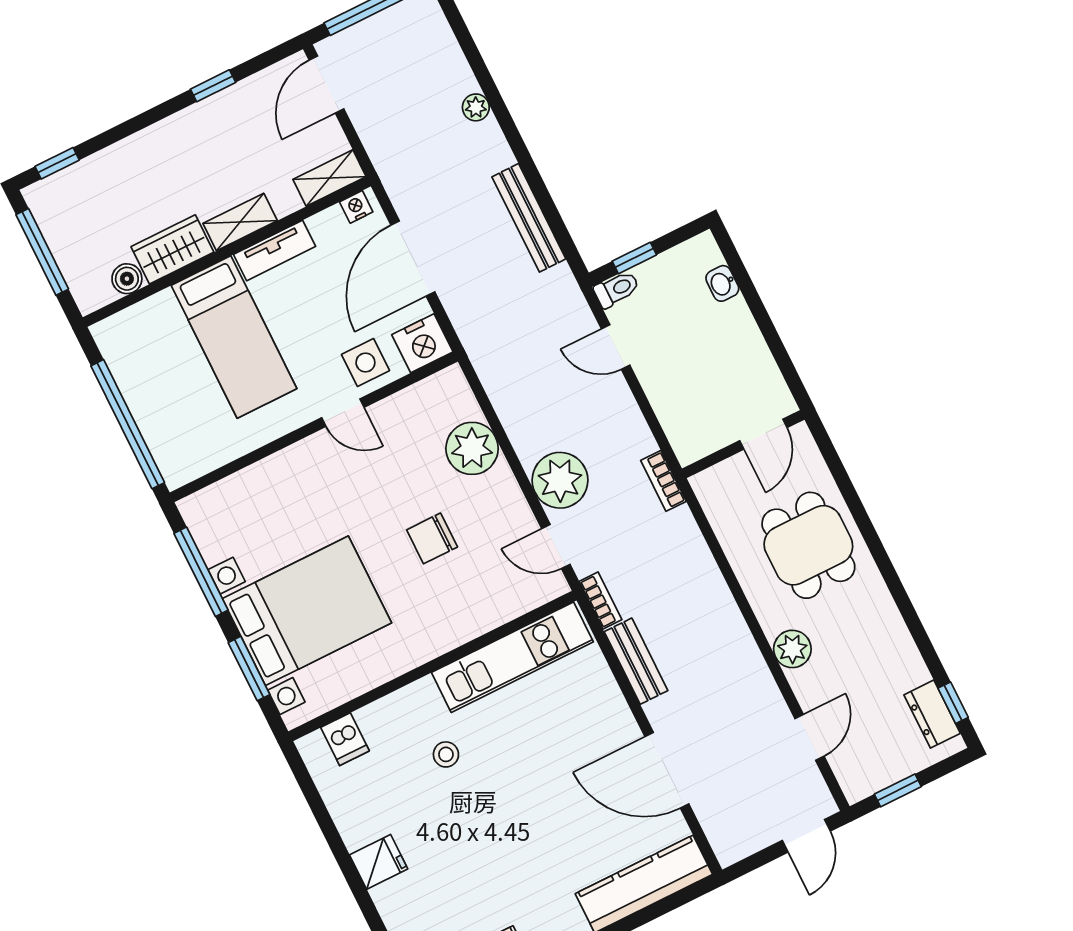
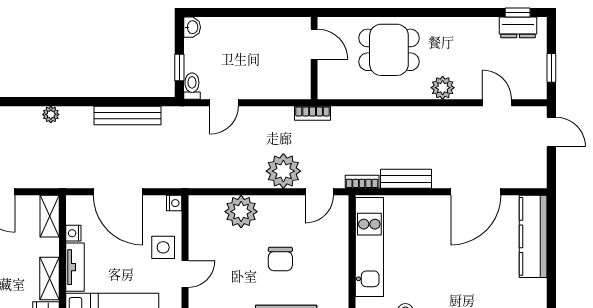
nightstand: (356, 207) -> (73, 233), moved
washbasin: (722, 283) -> (192, 27), moved, turned -90
nightstand: (422, 343) -> (174, 203), width x0.53, depth x0.56

